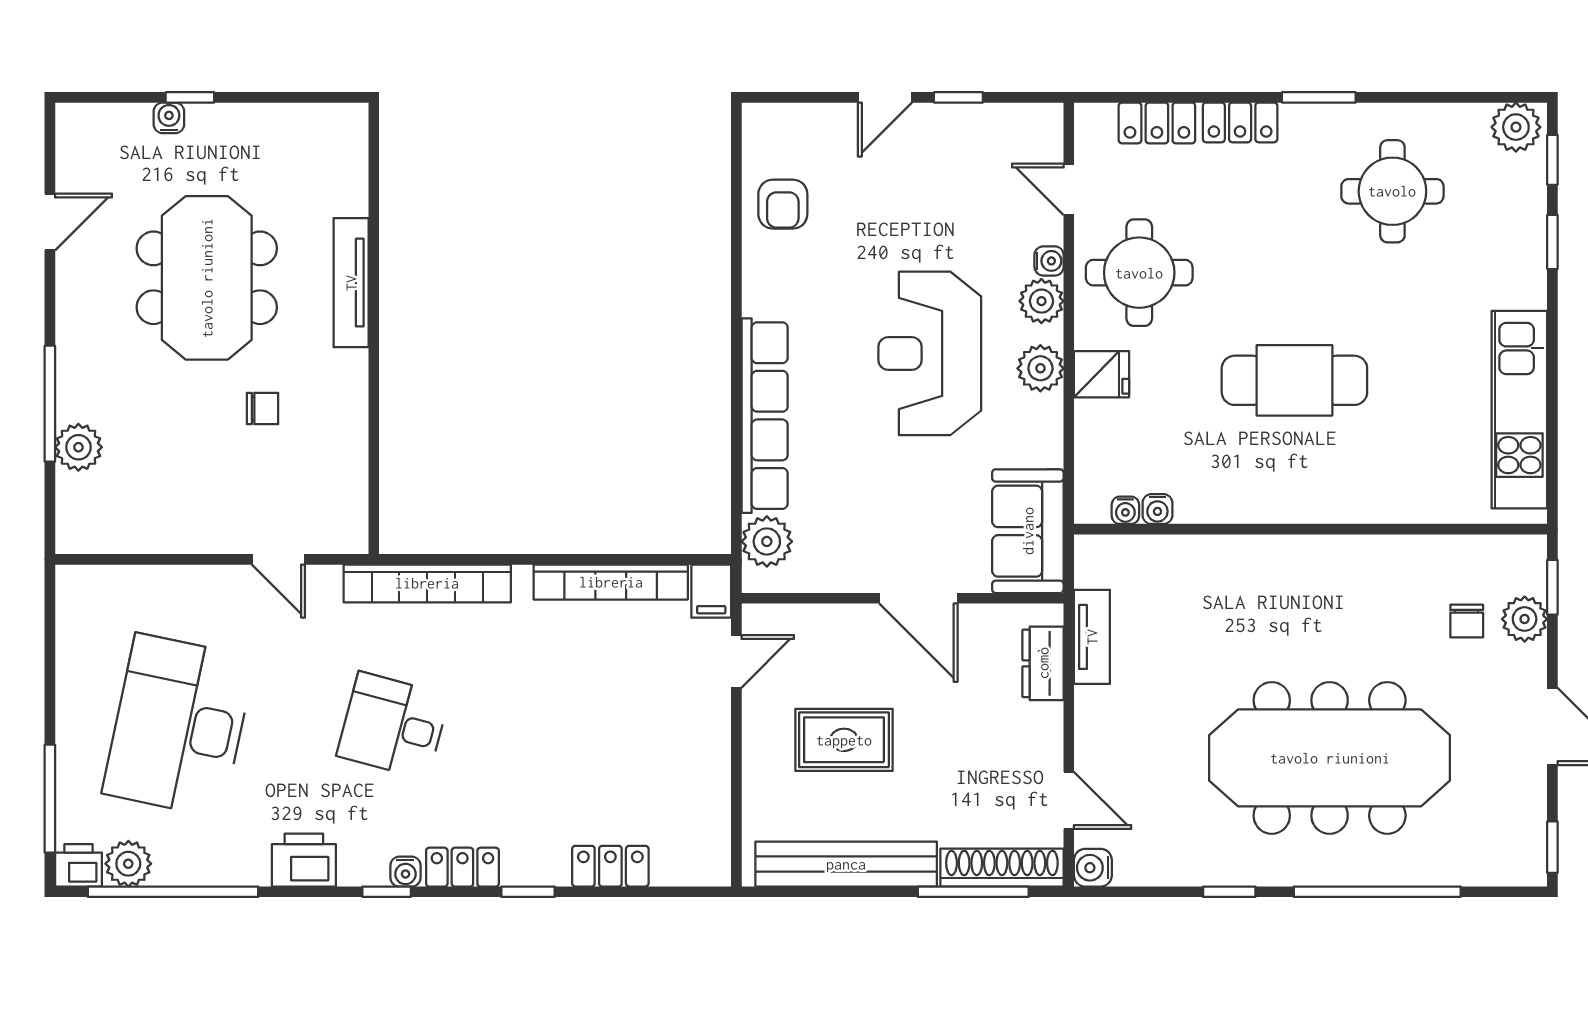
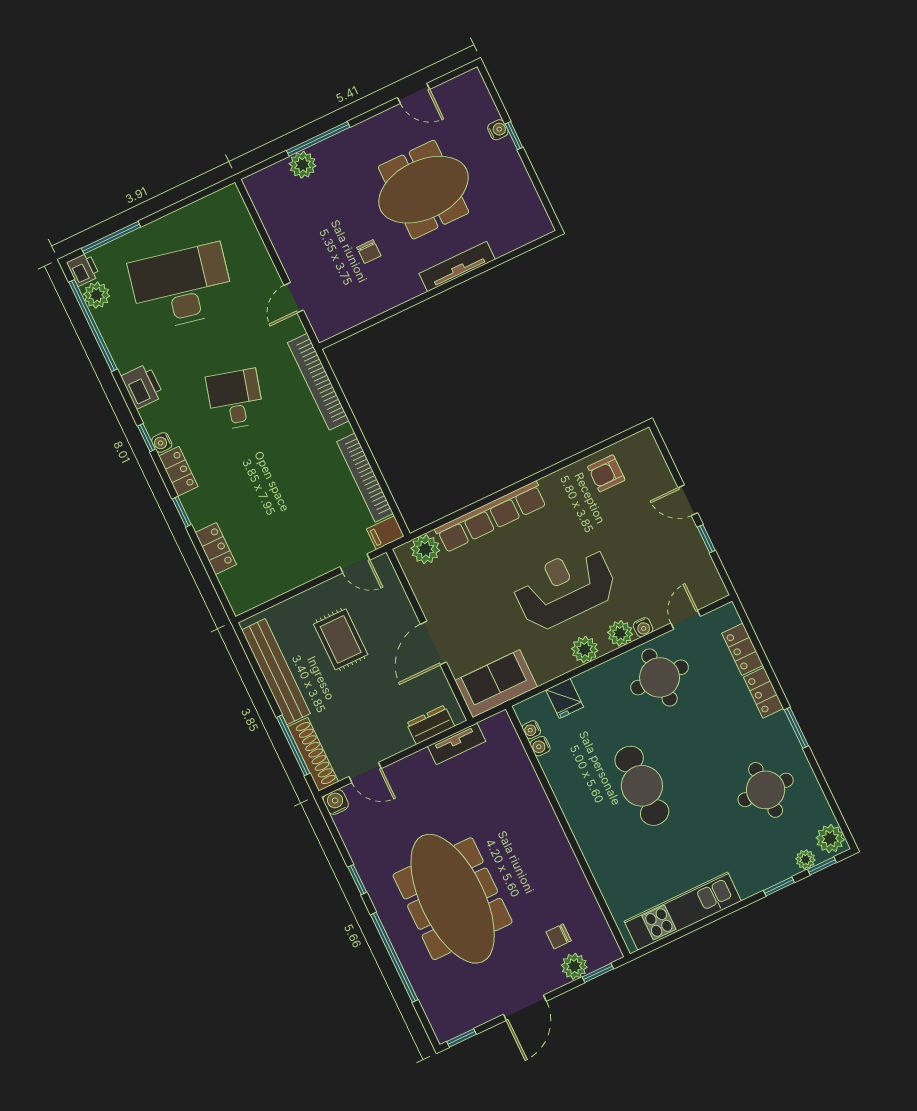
plant: (1530, 181) -> (806, 859), added
fridge: (1102, 374) -> (565, 698), moved
door: (1069, 800) -> (365, 773), hinge flipped

